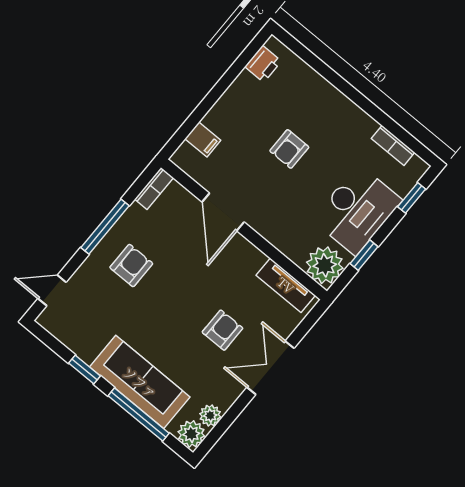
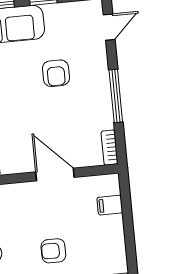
armchair: (289, 149) -> (53, 251), turned -90
armchair: (131, 266) -> (56, 73), moved

